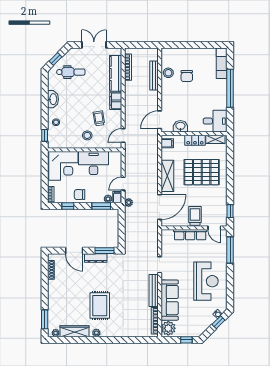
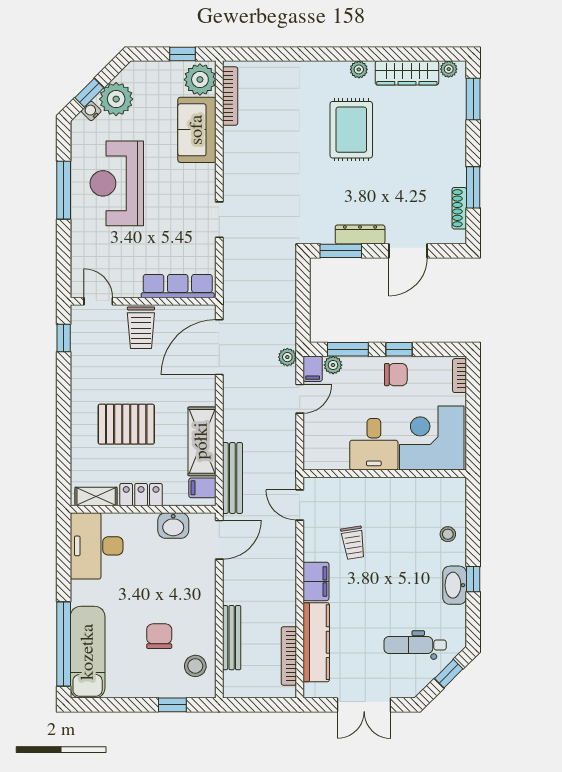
window: (181, 45) -> (172, 705), added
exam couch: (222, 63) -> (88, 652), width x1.36, depth x1.45
stool: (168, 73) -> (195, 666), moved
window: (230, 88) -> (64, 644), moved
desk: (215, 121) -> (97, 546), width x1.37
window: (45, 135) -> (473, 579), moved
stool: (87, 135) -> (379, 505), removed
door: (123, 135) -> (300, 505), swing flipped
desk: (94, 163) -> (374, 444), width x0.73
pallet: (202, 172) -> (126, 424), width x0.73, depth x0.71
shelving: (167, 176) -> (202, 441), moved
window: (68, 206) -> (399, 349), moved
row of seats: (190, 235) -> (178, 286), moved
window: (230, 250) -> (64, 190), moved
door: (74, 251) -> (408, 251), swing flipped
window: (45, 279) -> (473, 187), added
bench: (154, 291) -> (232, 478), moved
sofa: (170, 300) -> (197, 130), width x0.73
plant: (206, 319) -> (116, 99), added
window: (186, 340) -> (183, 54), moved

